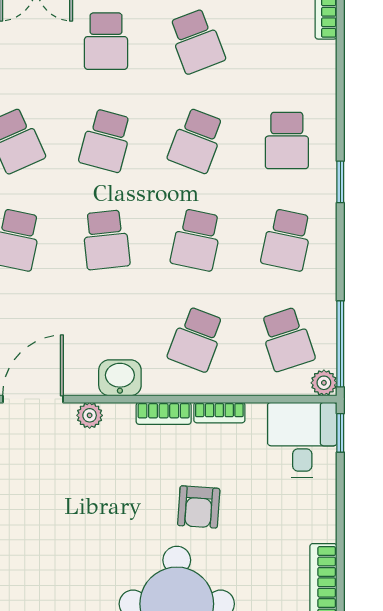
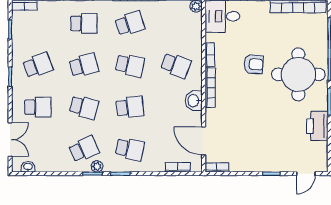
school desk: (196, 140) -> (84, 65), turned -36
school desk: (287, 240) -> (130, 23), turned -30
school desk: (287, 339) -> (176, 23), removed
bookcase: (164, 413) -> (210, 88), width x1.56
plant: (90, 415) -> (211, 115), removed

